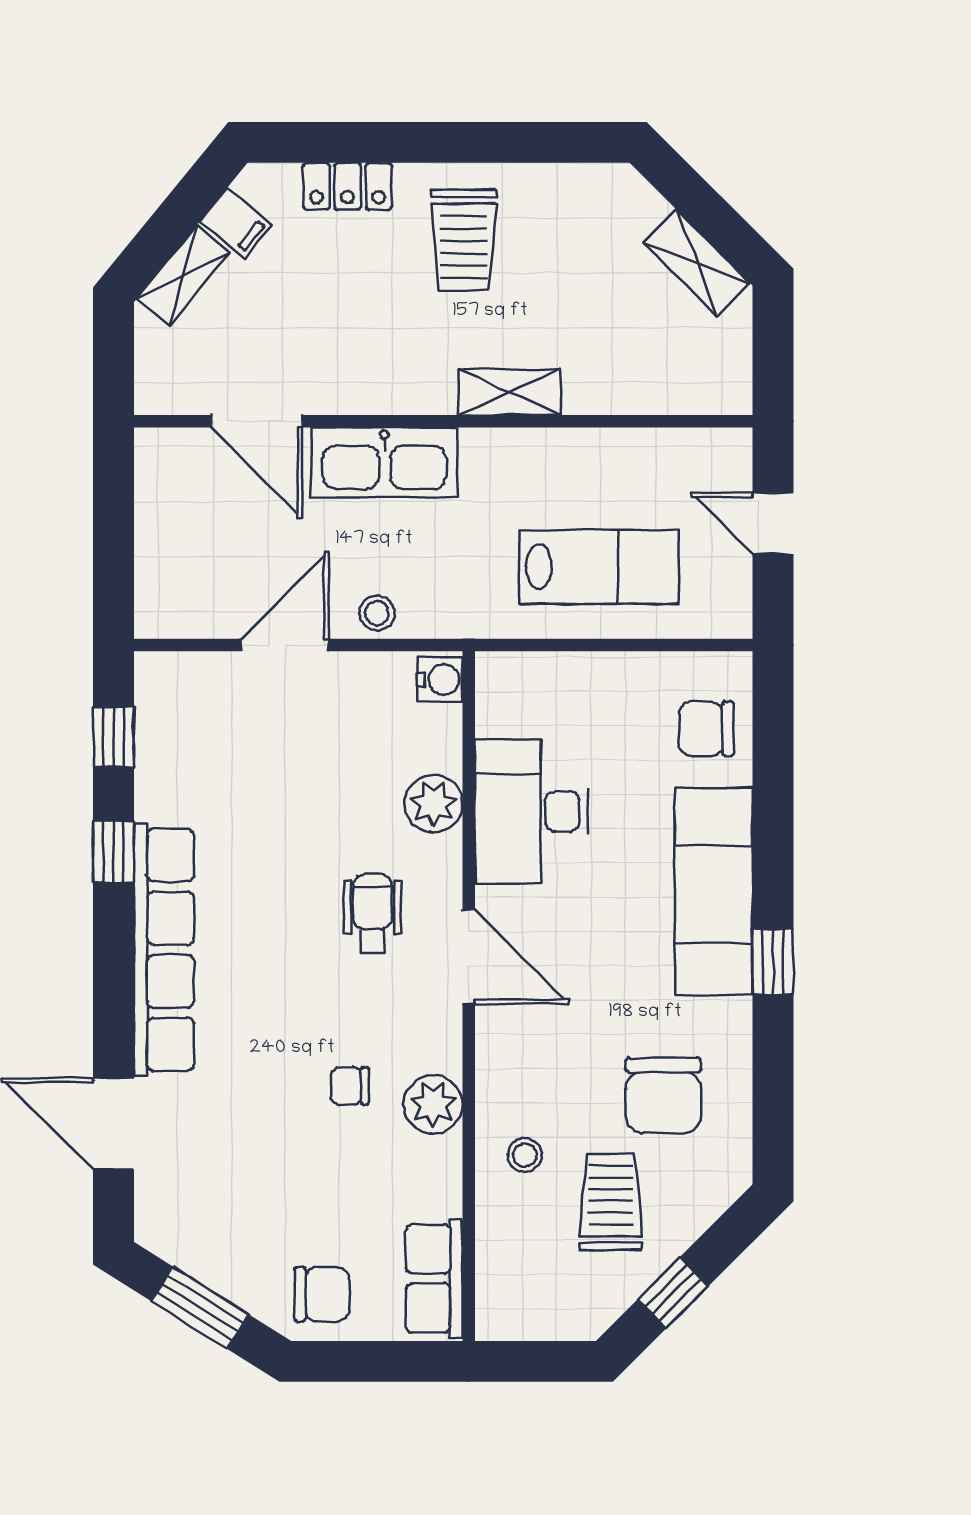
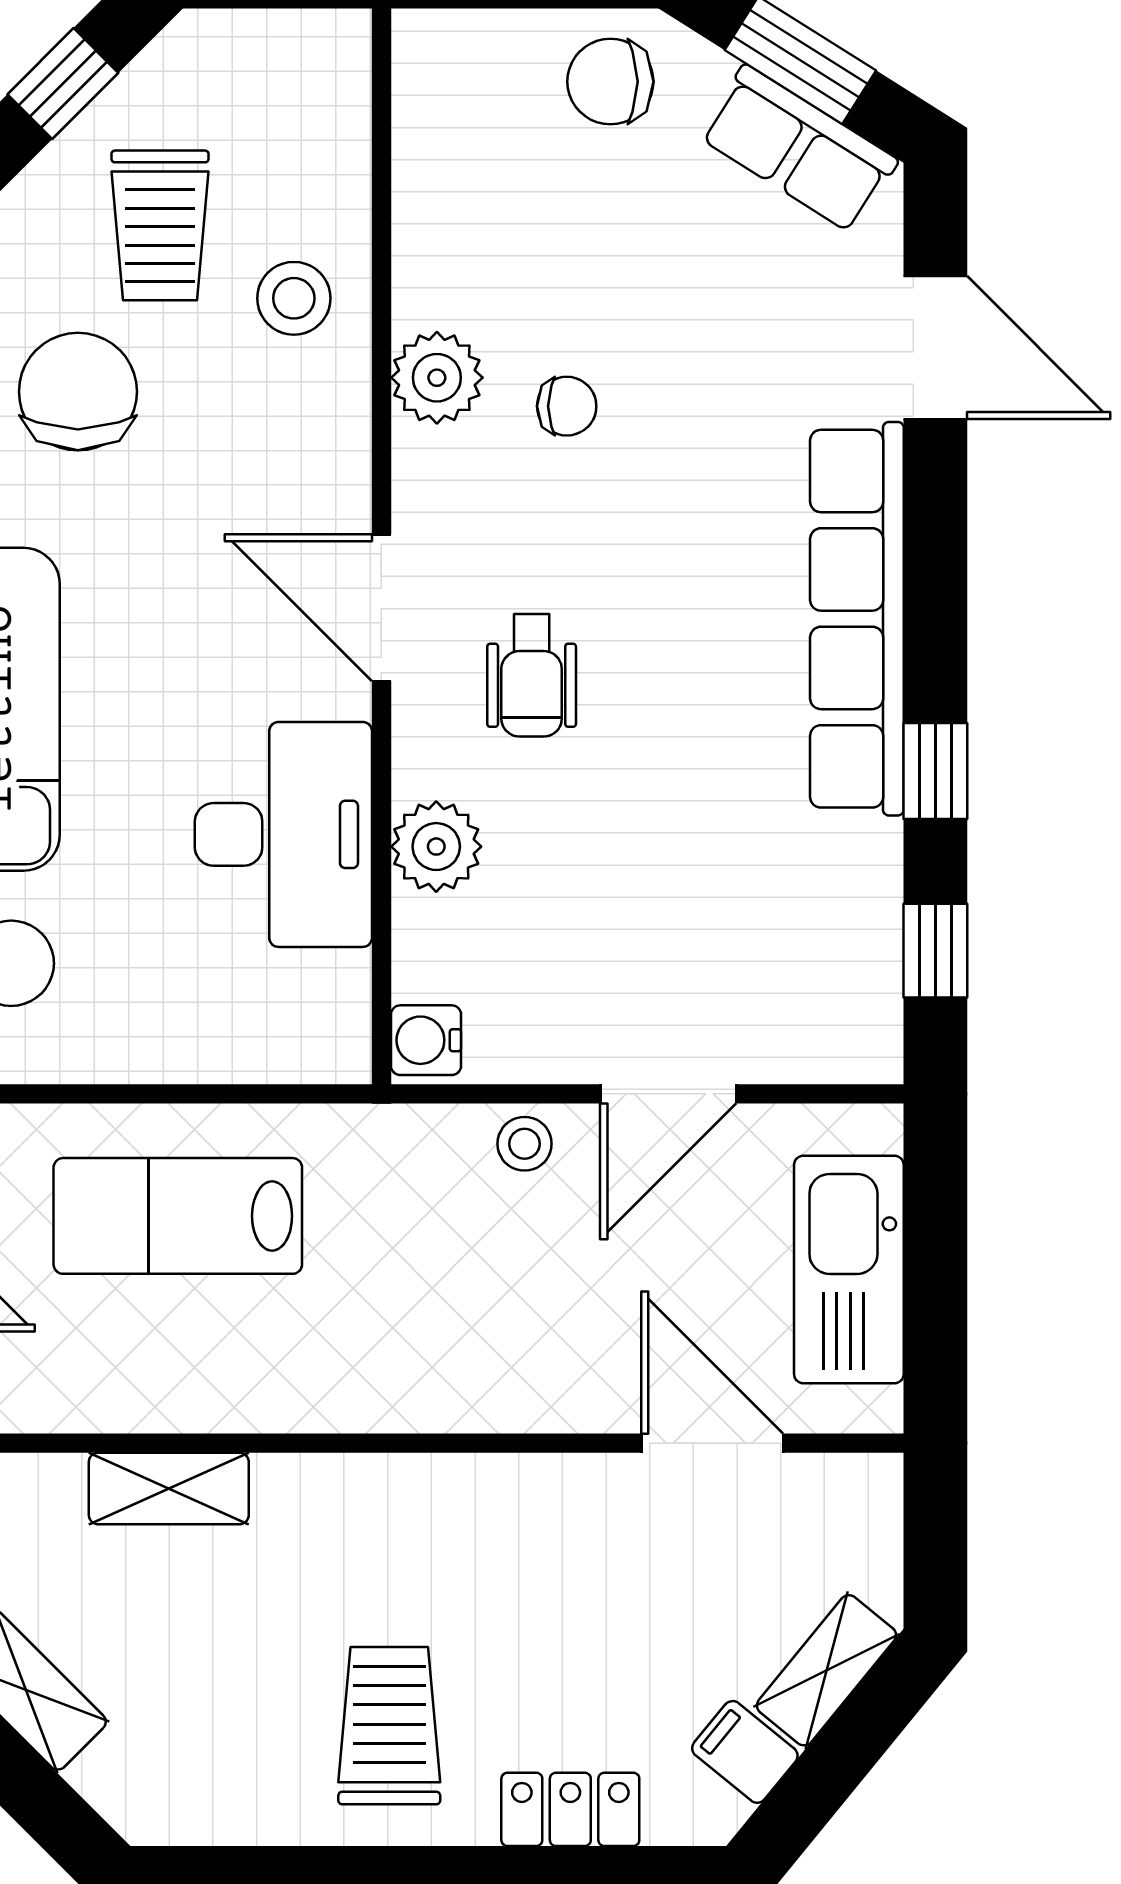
shelving: (510, 392) -> (169, 1488), moved
kitchen sink: (384, 462) -> (849, 1270), moved, turned -90
stool: (525, 1155) -> (294, 298), width x1.37, depth x1.37
row of seats: (434, 1279) -> (798, 149), moved, turned 122

